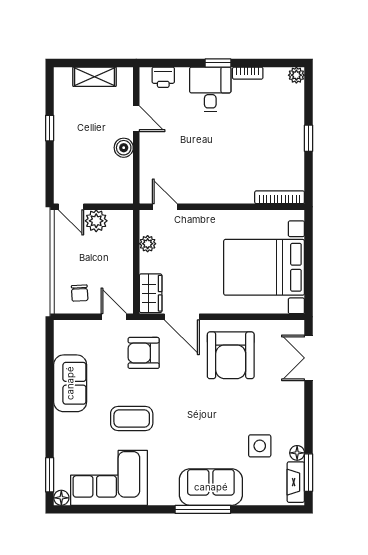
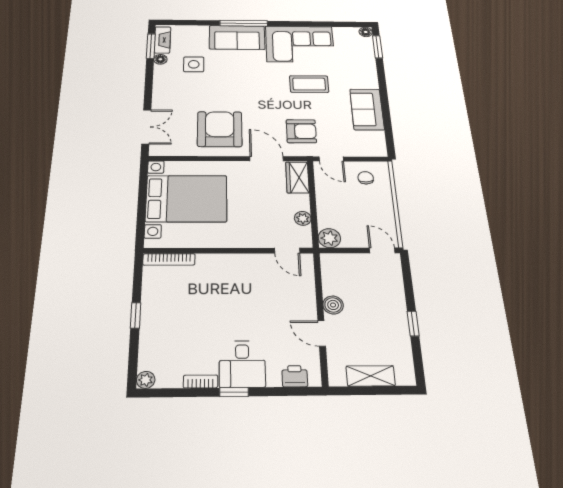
plant: (96, 221) -> (329, 238), moved
corner sofa: (109, 478) -> (300, 44), moved

